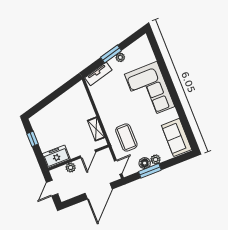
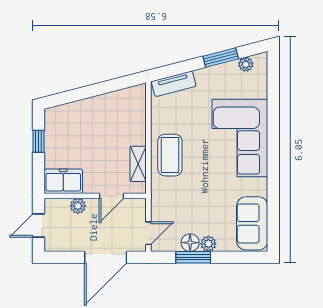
window: (111, 54) -> (221, 57), moved
plant: (120, 57) -> (246, 64), moved
coffee table: (126, 137) -> (170, 155), moved

